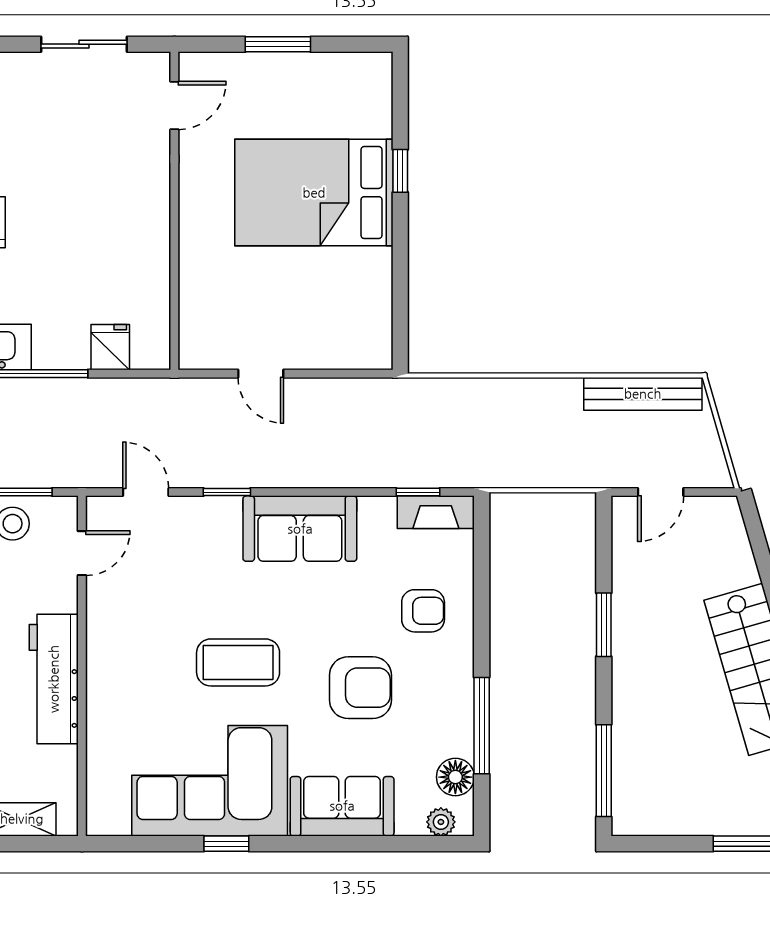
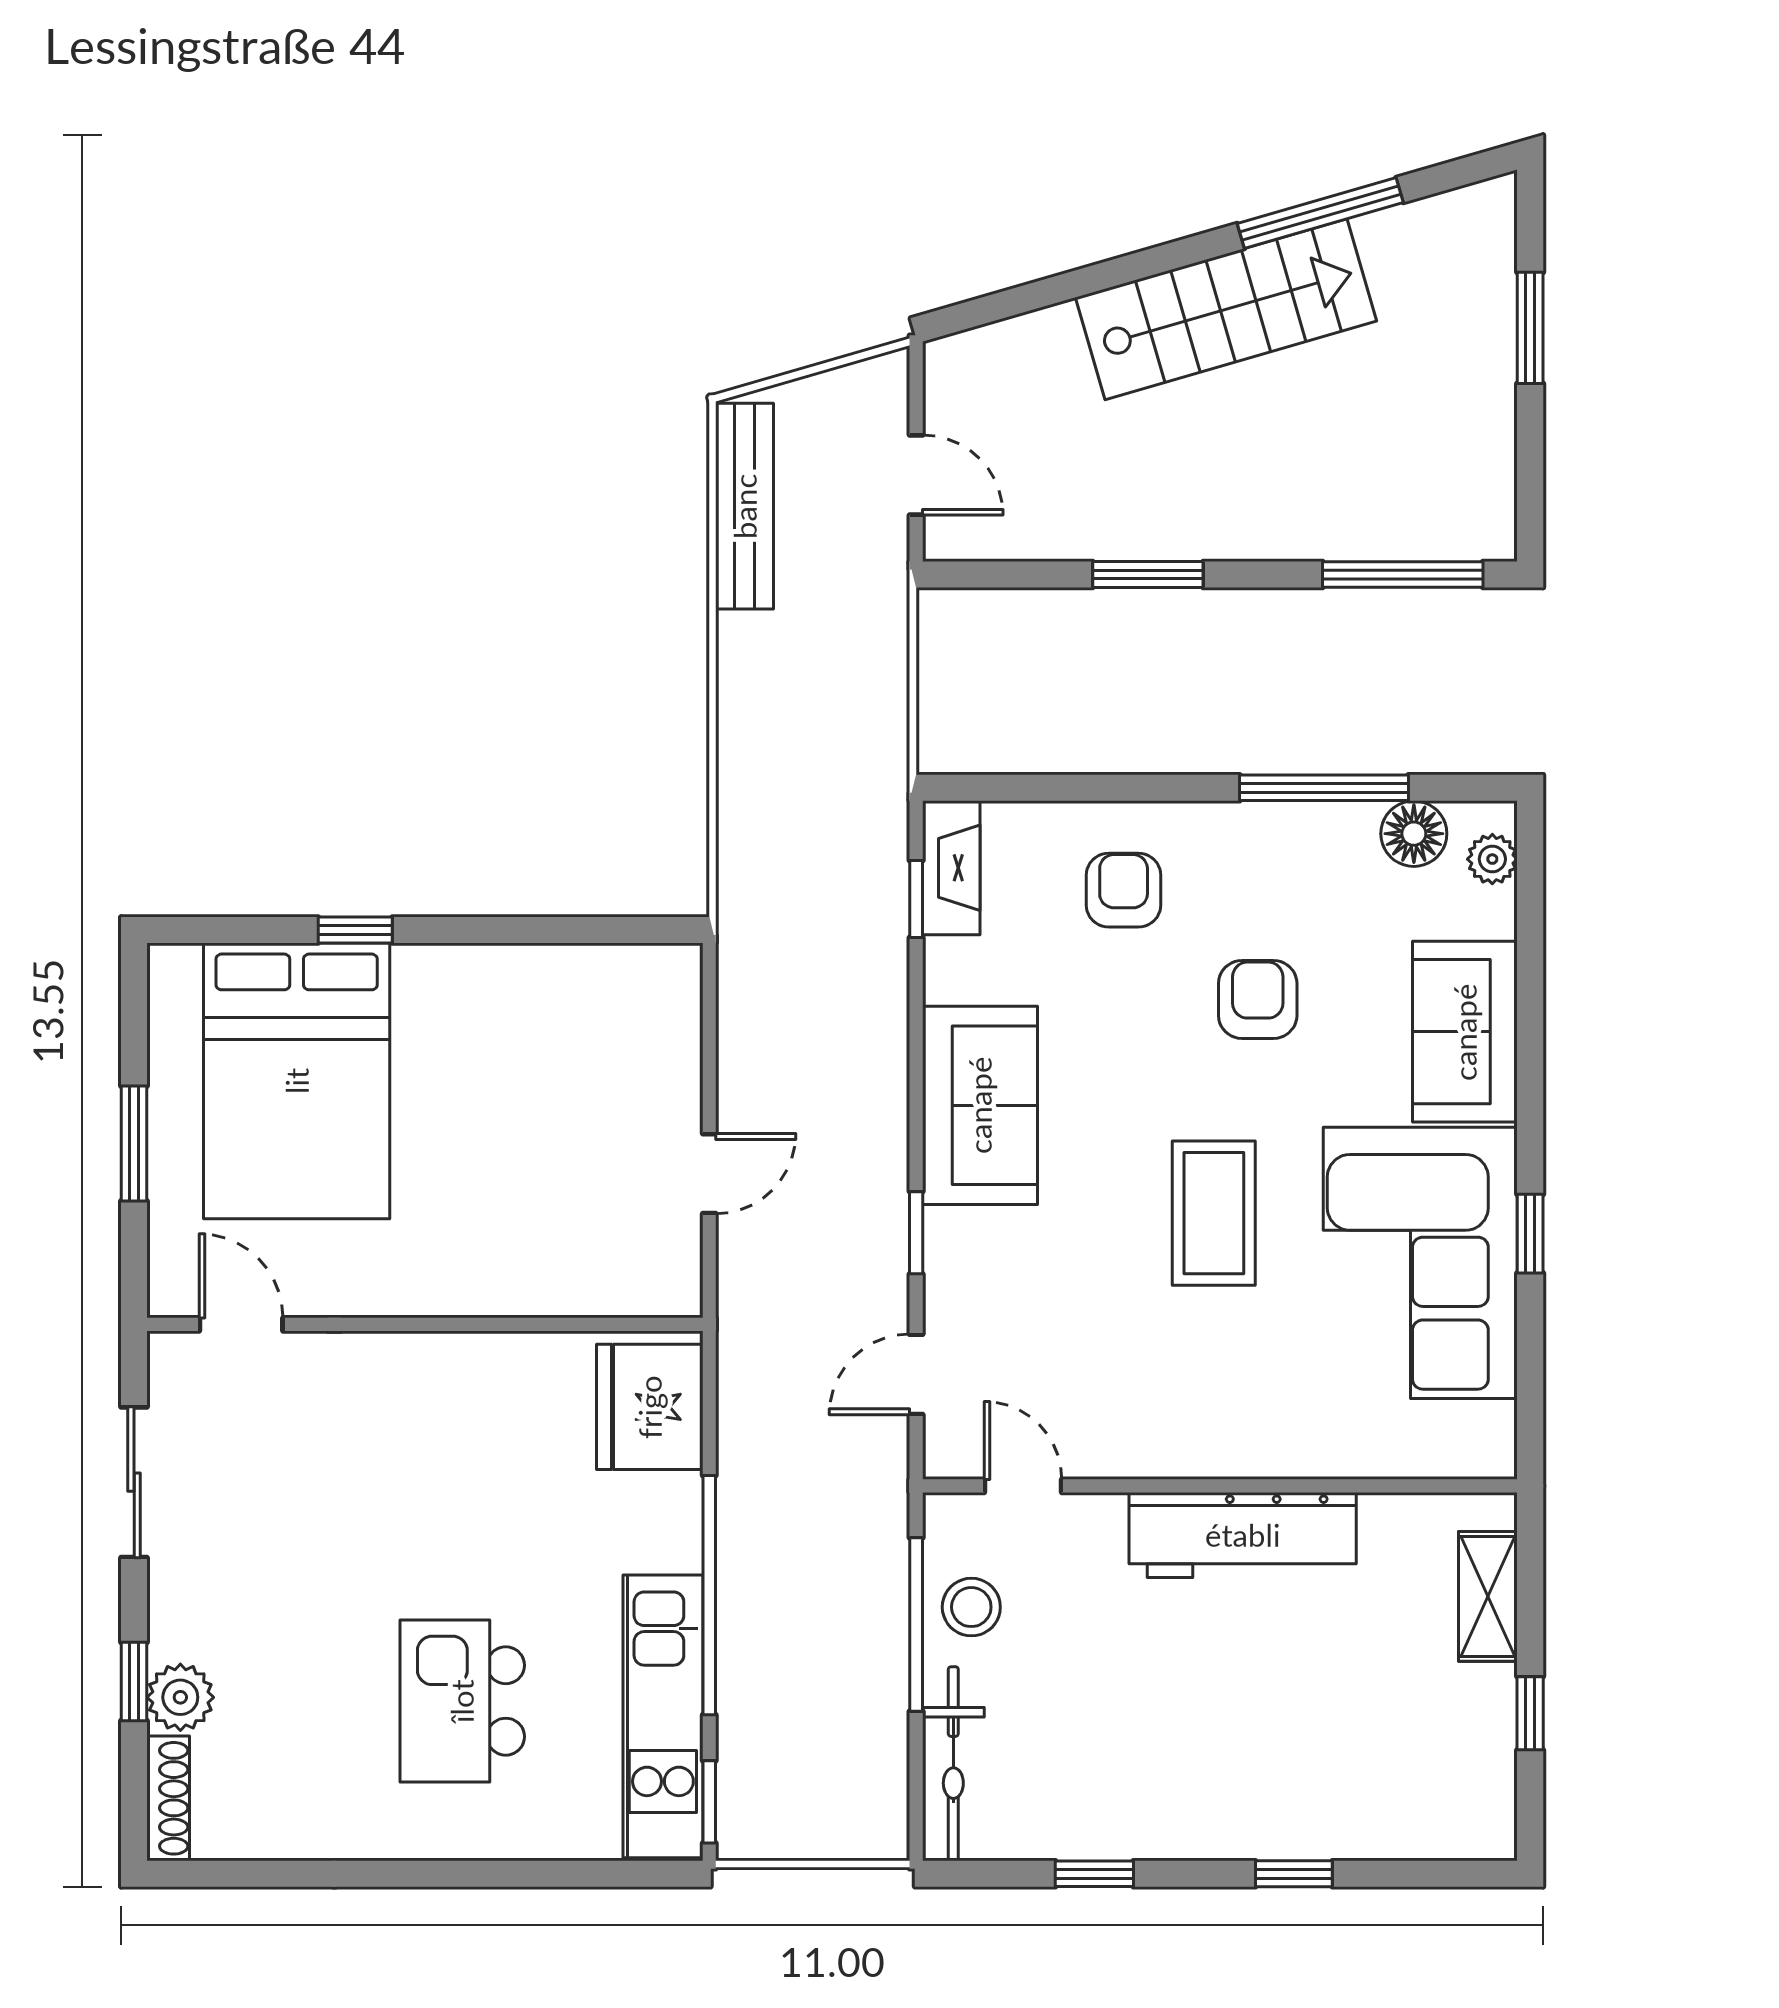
bed: (314, 193) -> (297, 1081), moved
fridge: (110, 347) -> (650, 1407), width x1.88, depth x1.34
armchair: (360, 688) -> (1258, 999), width x0.72, depth x0.72

